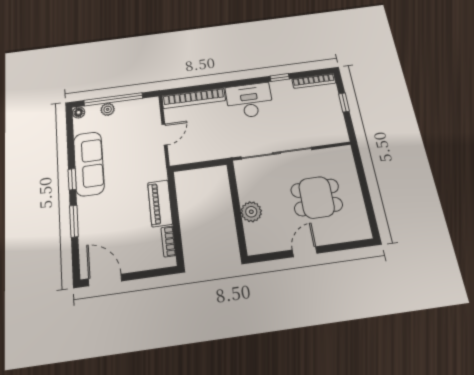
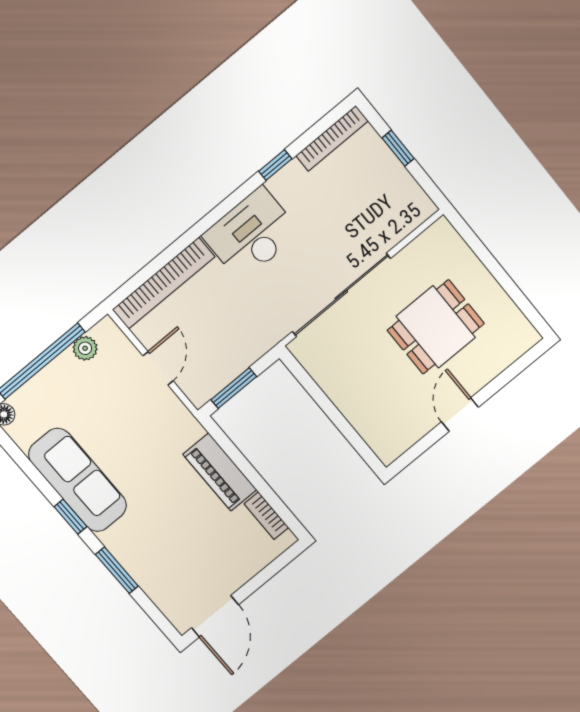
plant: (108, 109) -> (85, 348), moved
window: (195, 166) -> (234, 388), added
plant: (251, 212) -> (356, 404), removed
door: (105, 280) -> (215, 616), swing flipped

